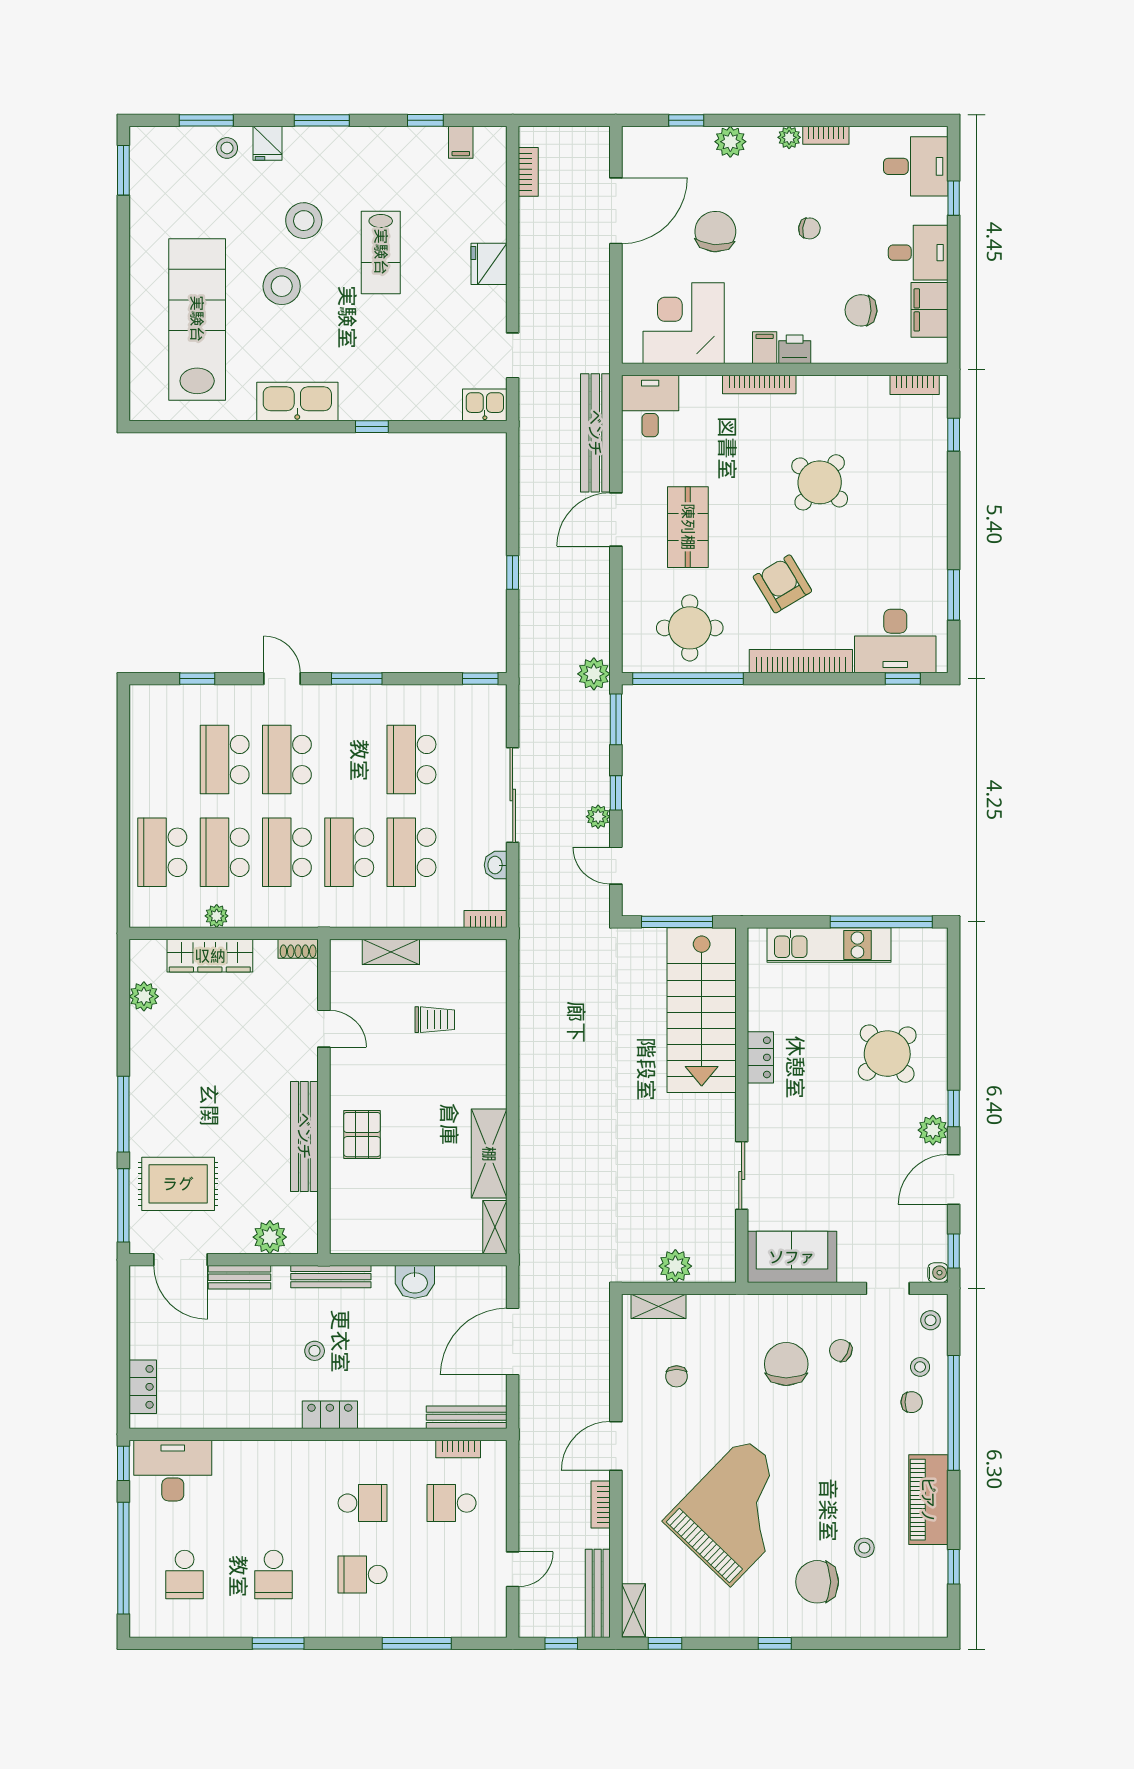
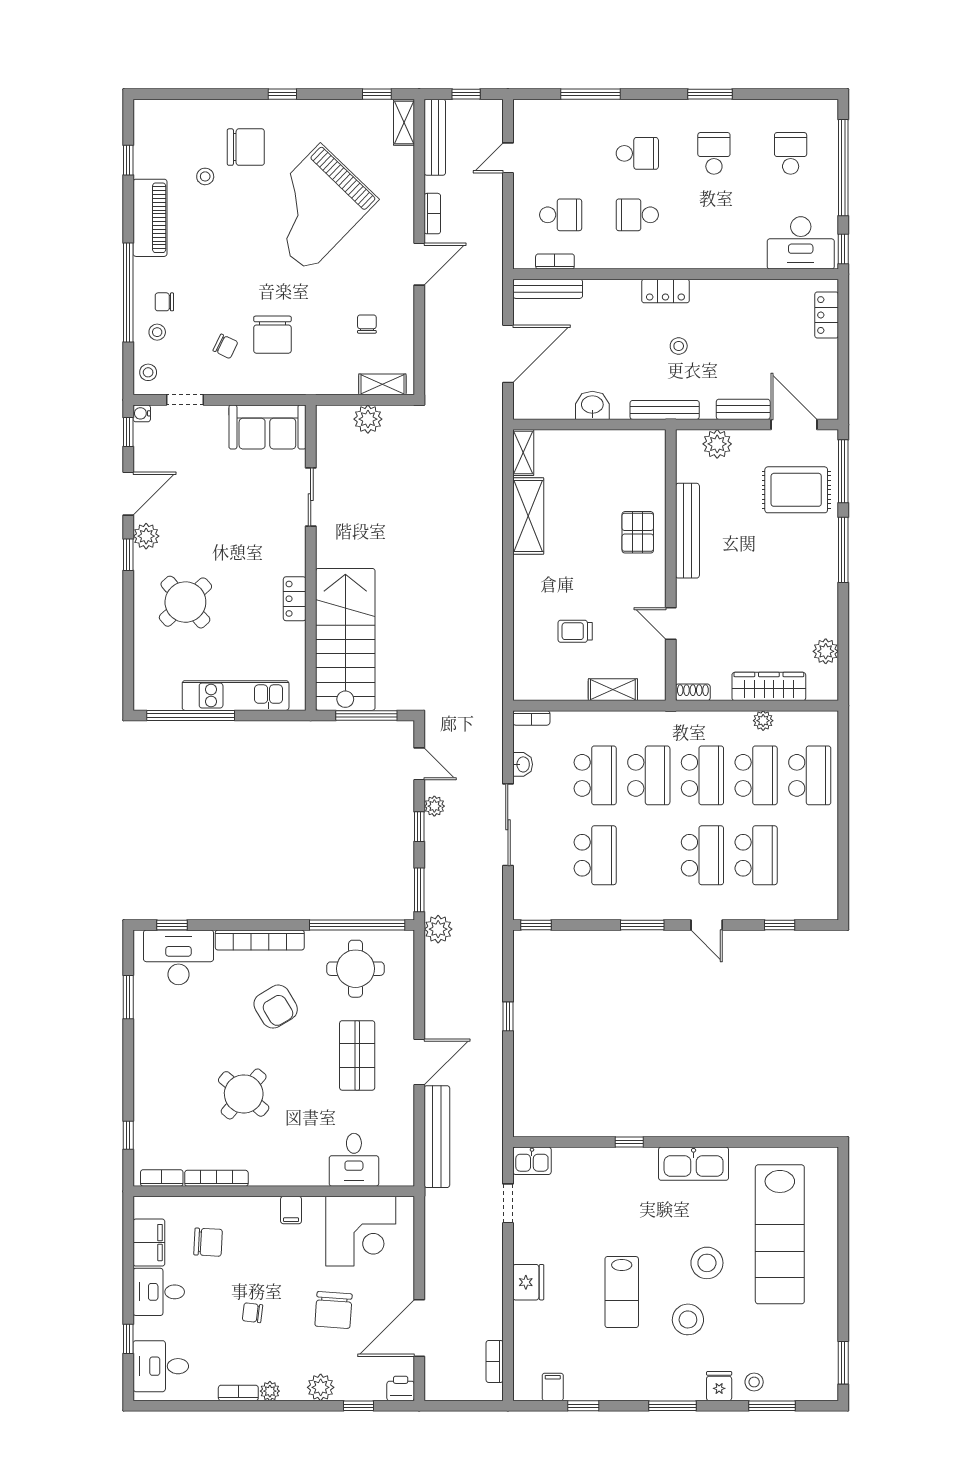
lab bench: (381, 252) -> (622, 1292), turned 180
printer: (795, 349) -> (401, 1388), moved, turned 180
bookcase: (759, 385) -> (216, 1178), moved
desk: (650, 406) -> (354, 1160), moved

